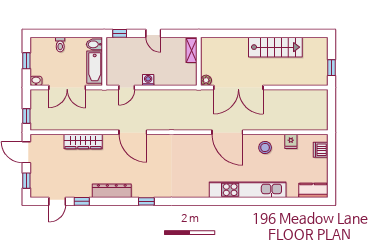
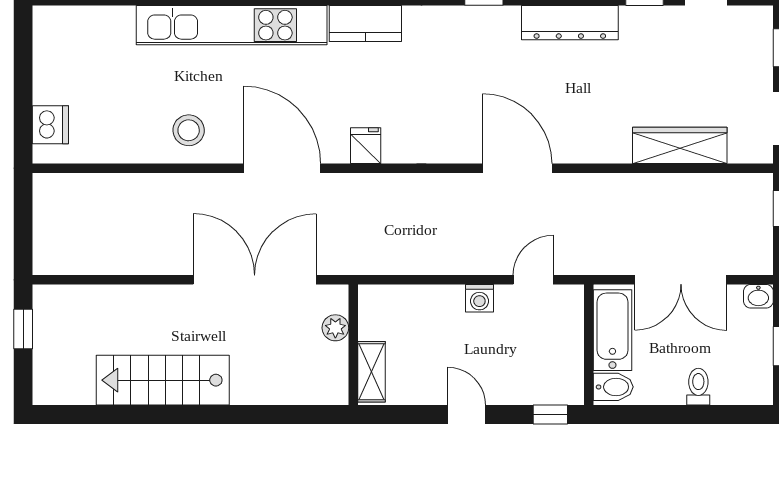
plant: (206, 80) -> (335, 328), moved
double door: (67, 87) -> (681, 280), swing flipped
wardrobe: (83, 141) -> (680, 145), moved
fridge: (291, 141) -> (366, 146), moved
kitchen counter: (313, 190) -> (365, 24), moved

